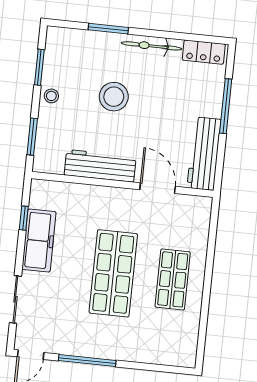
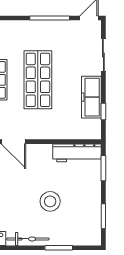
stool: (51, 96) -> (93, 197), removed
workbench: (100, 166) -> (77, 153), moved

